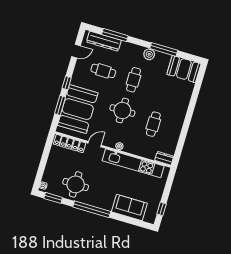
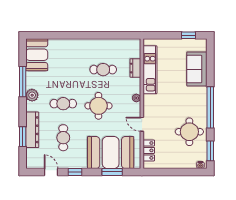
window: (115, 35) -> (23, 137), width x0.69
dresser: (104, 41) -> (32, 130), moved
window: (67, 83) -> (75, 172), moved
locker: (70, 144) -> (149, 150), width x0.66
dresser: (164, 158) -> (135, 68), moved
kitchen unit: (133, 163) -> (150, 70), width x0.73

